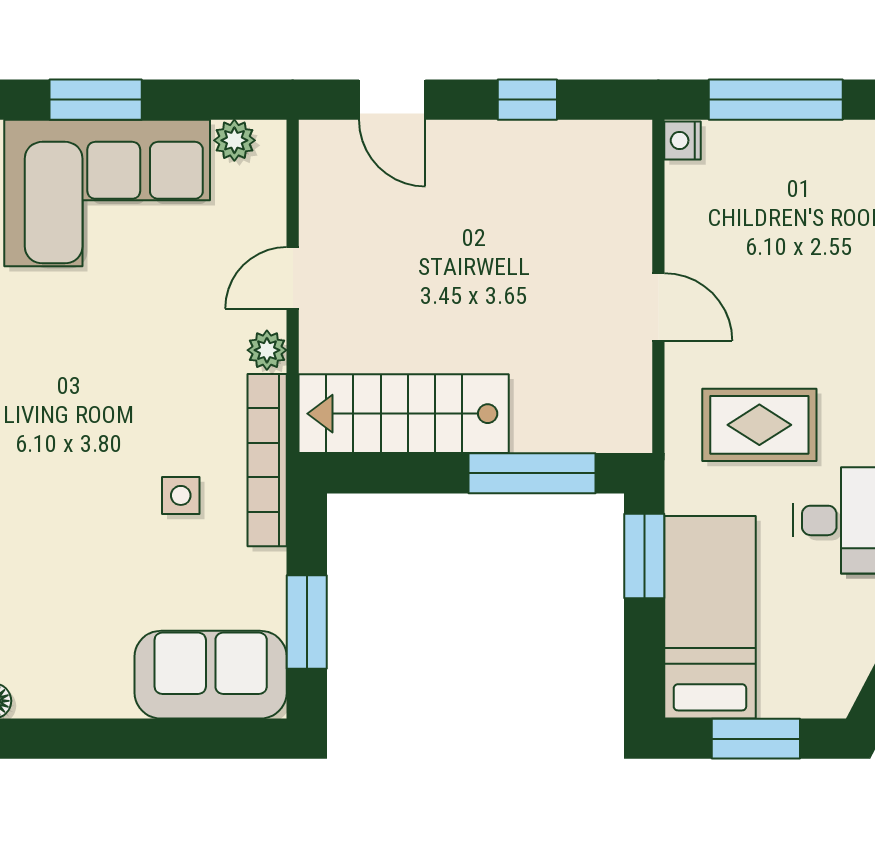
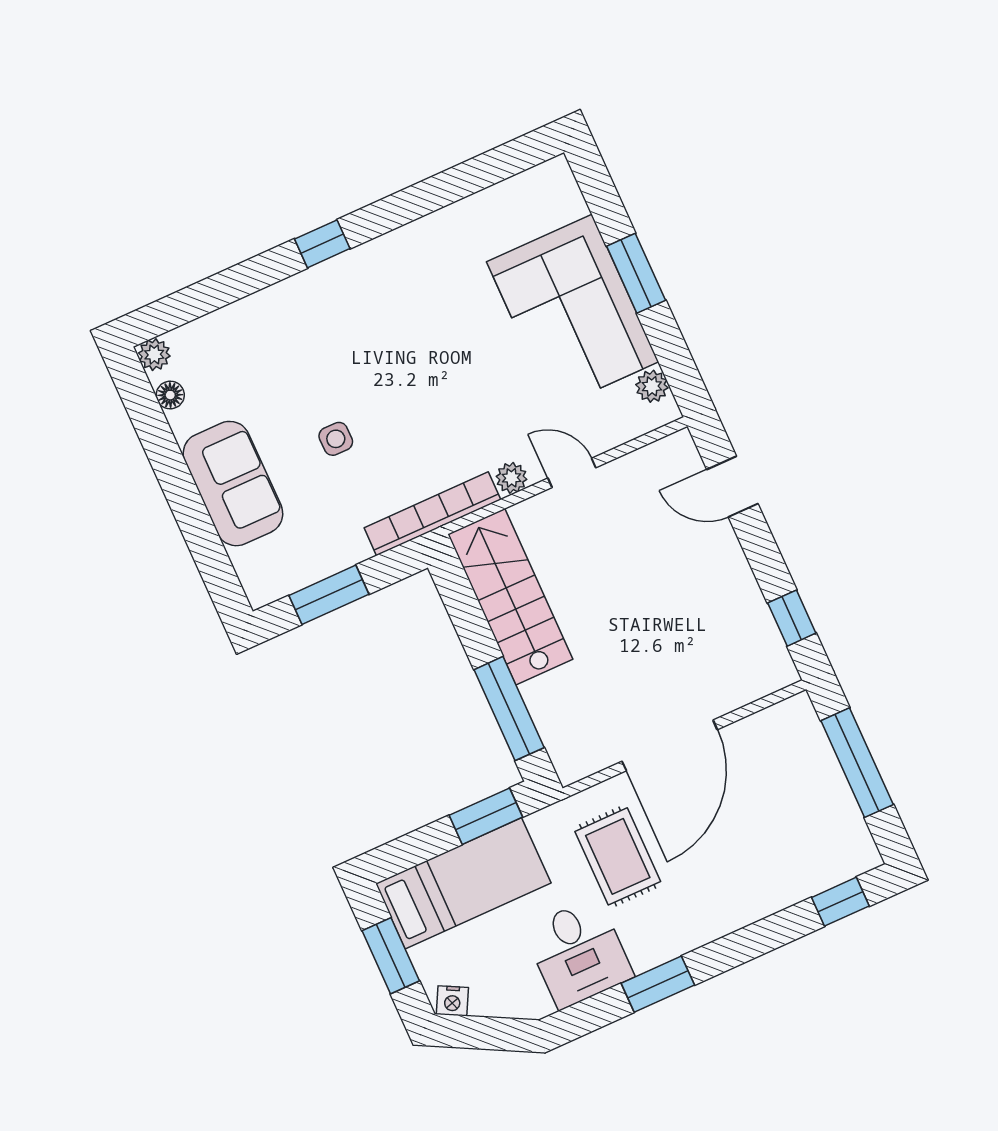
door: (392, 100) -> (732, 487), hinge flipped
window: (527, 100) -> (792, 618), moved
nightstand: (682, 140) -> (452, 1001), moved, turned -152
door: (658, 307) -> (670, 745), width x1.87
side table: (181, 495) -> (336, 439), moved
sofa: (211, 675) -> (233, 484), moved

